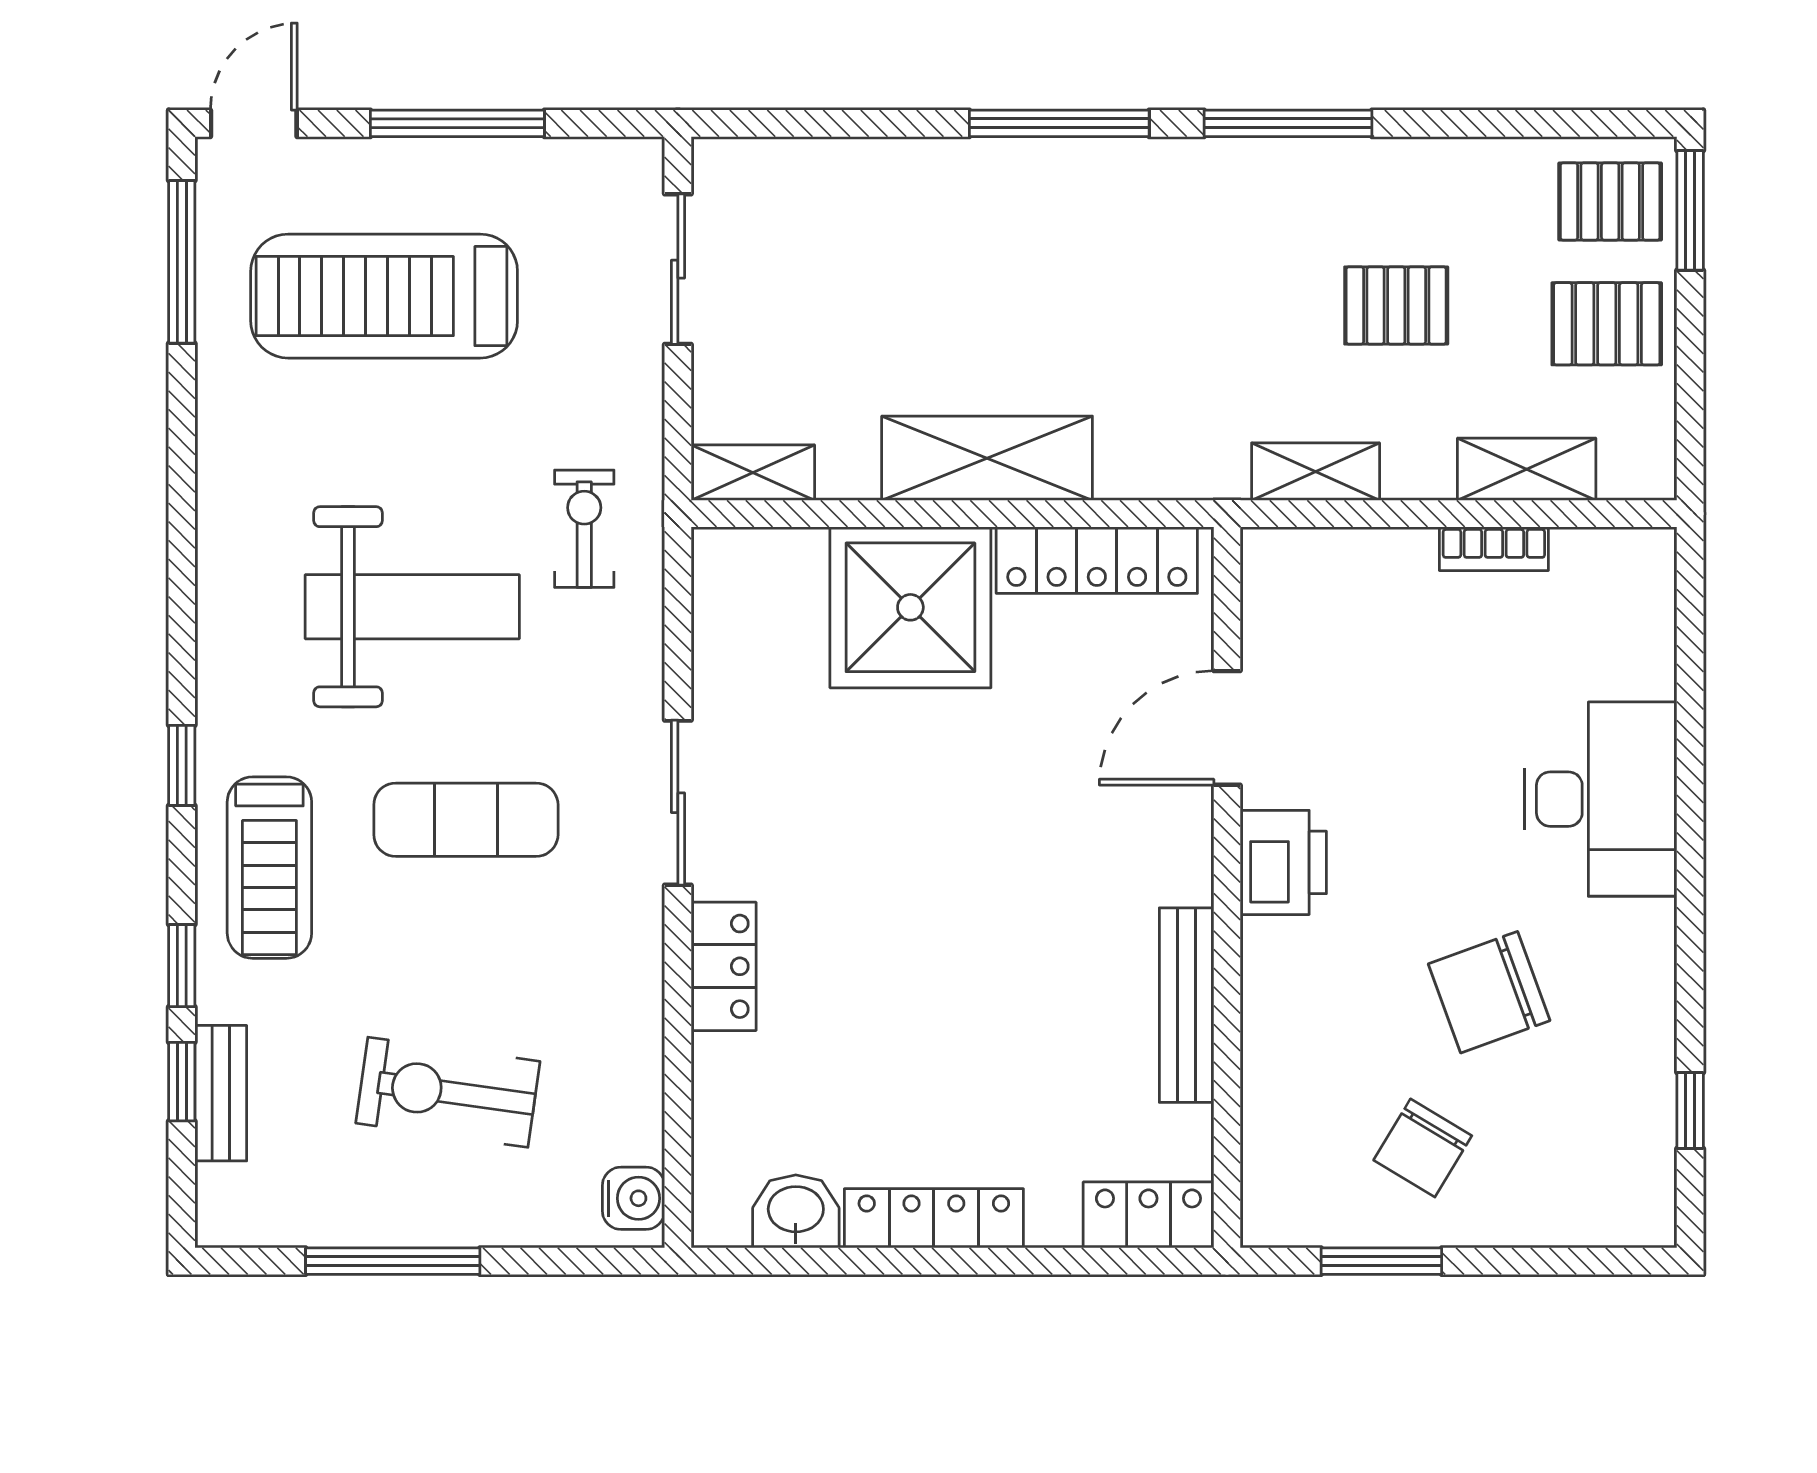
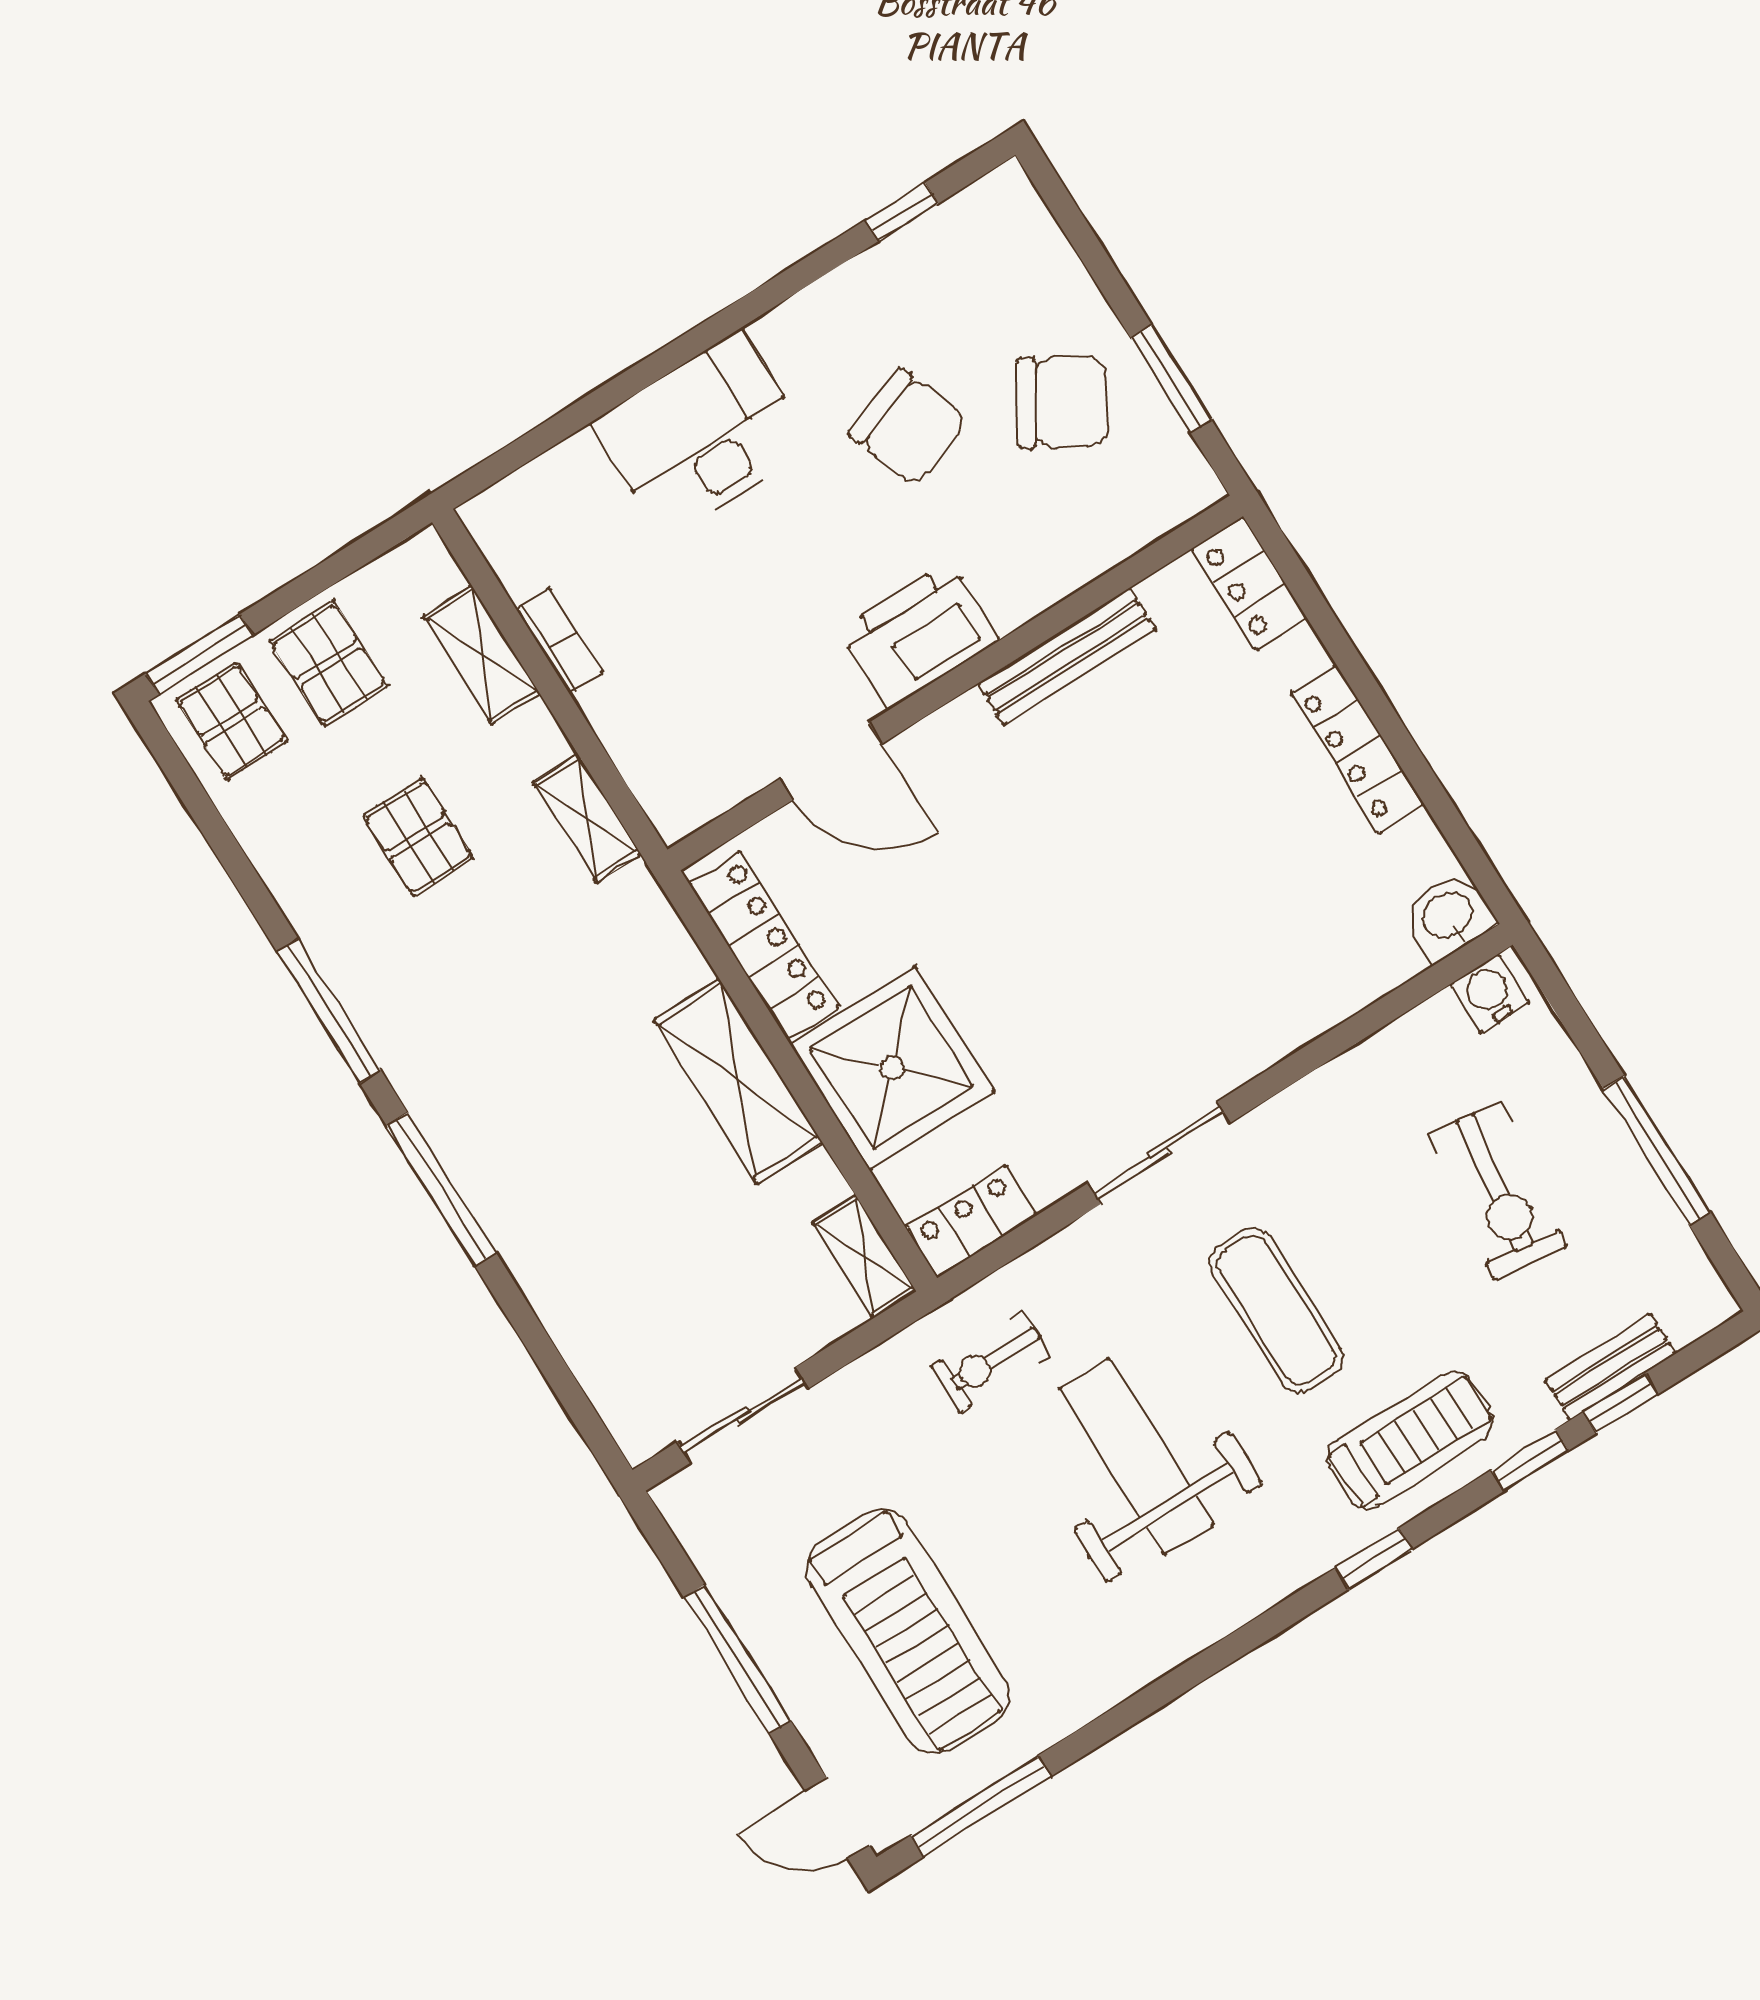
printer: (1283, 862) -> (919, 635), width x1.37, depth x1.19
locker: (724, 966) -> (971, 1221), moved
chair: (1423, 1148) -> (1062, 402), width x1.37, depth x1.37
washbasin: (796, 1211) -> (1448, 917), moved, turned 90

